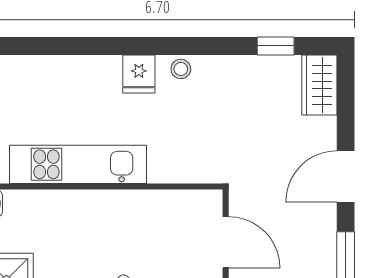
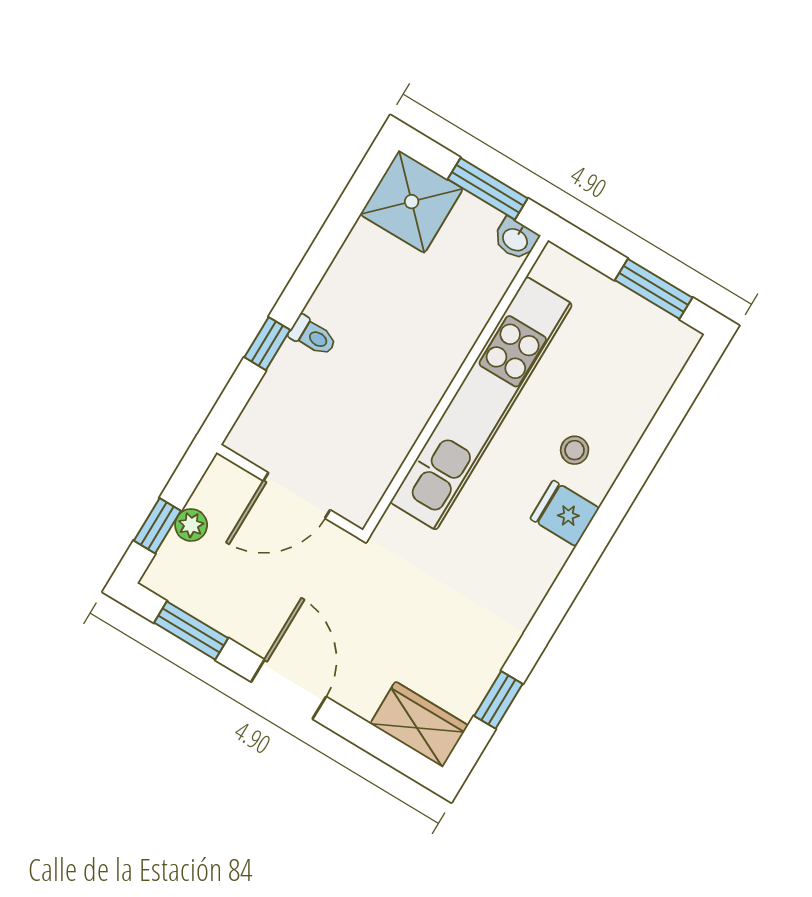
stool: (181, 69) -> (575, 450), moved
kitchen unit: (78, 164) -> (481, 403), width x1.36

